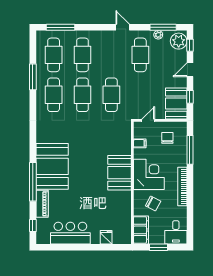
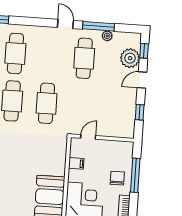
window: (163, 27) -> (99, 26), moved
plant: (179, 41) -> (130, 58), moved
booth: (176, 104) -> (123, 119), removed
chair: (167, 138) -> (117, 178), moved

